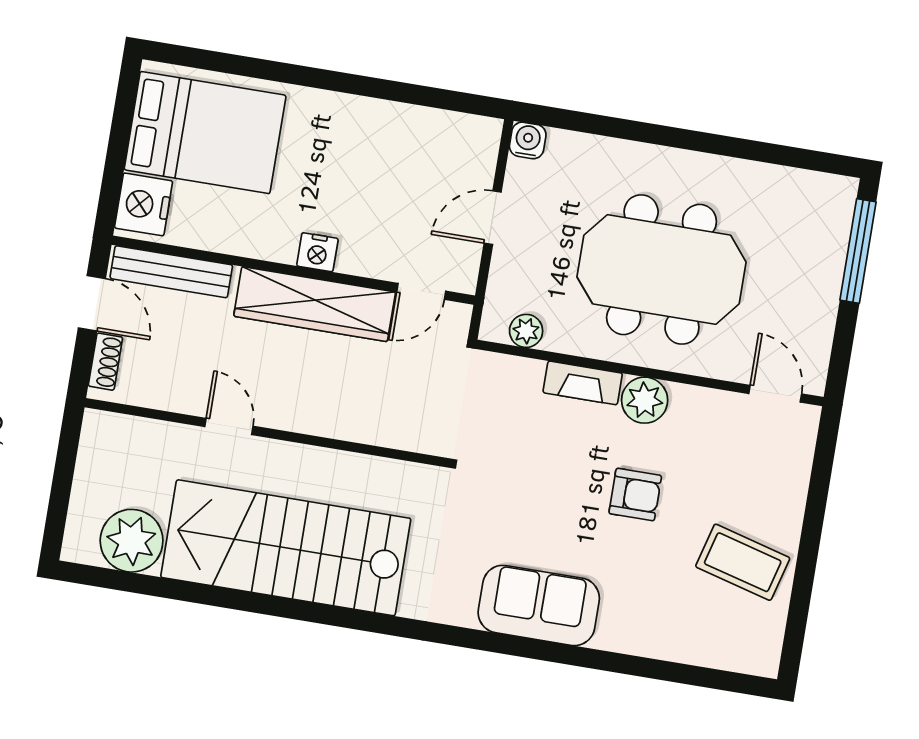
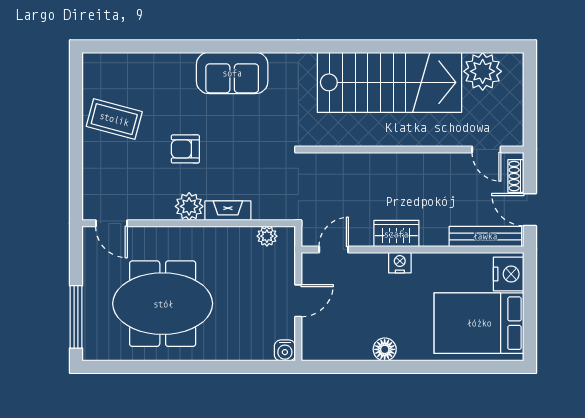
floor lamp: (365, 115) -> (385, 349), added
meeting table: (662, 270) -> (163, 304), moved
wardrobe: (315, 304) -> (396, 234), width x0.48, depth x0.85
door: (229, 426) -> (486, 149), moved

